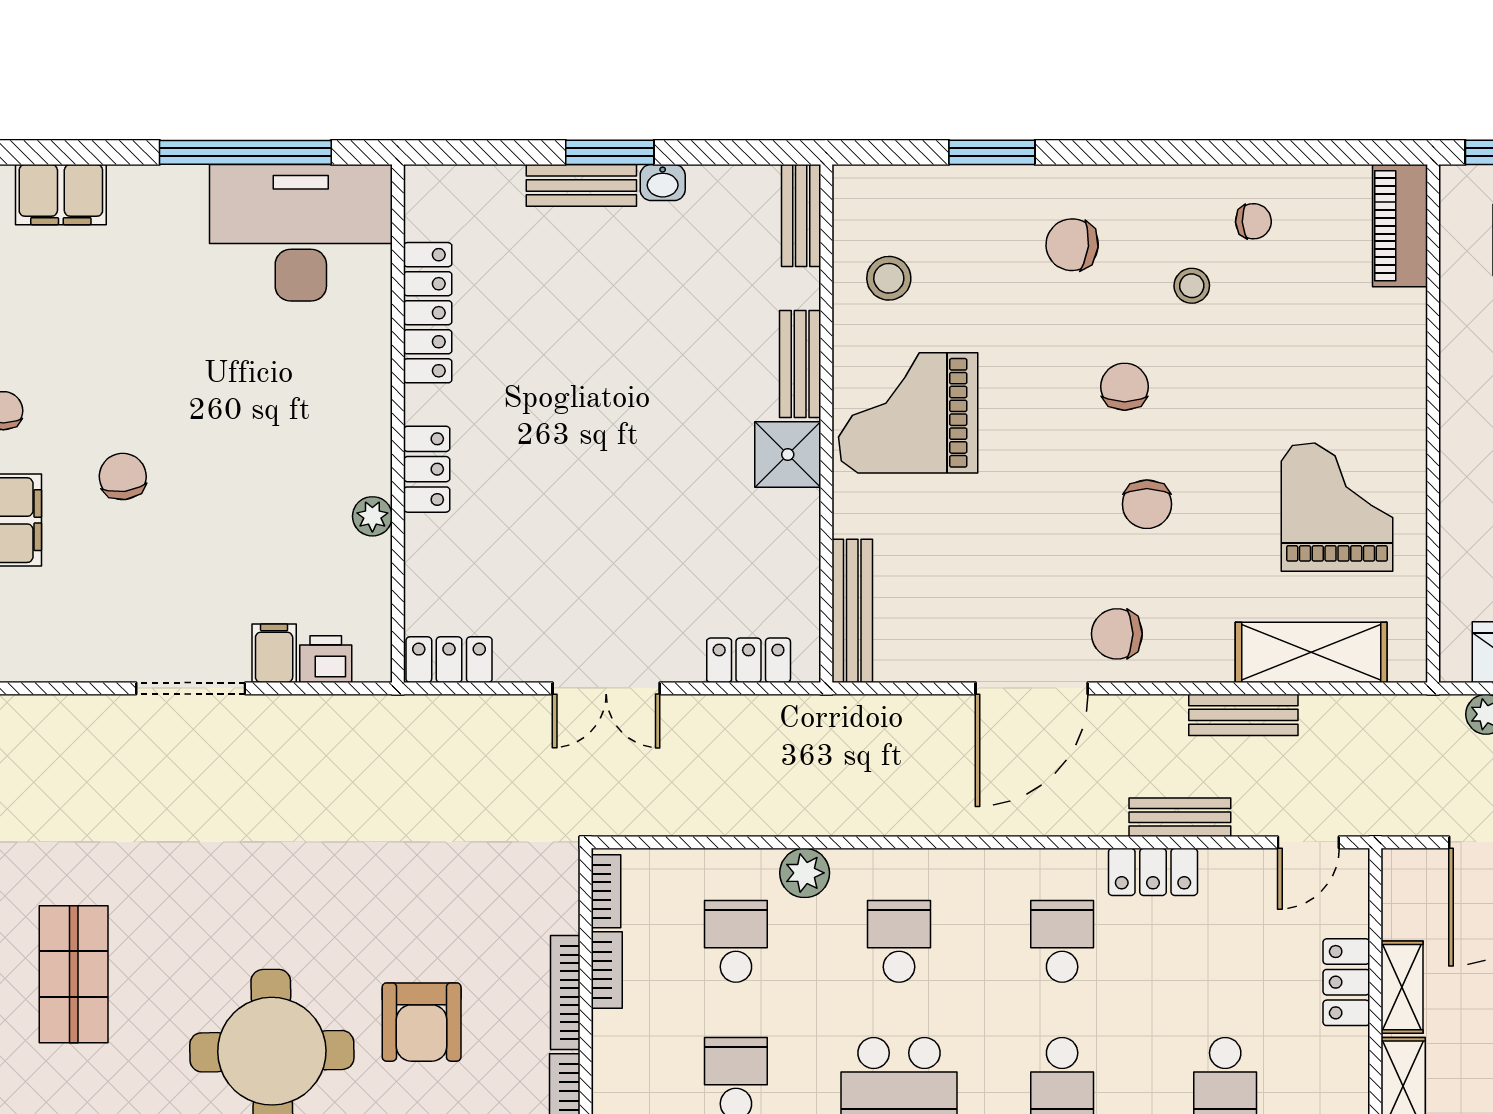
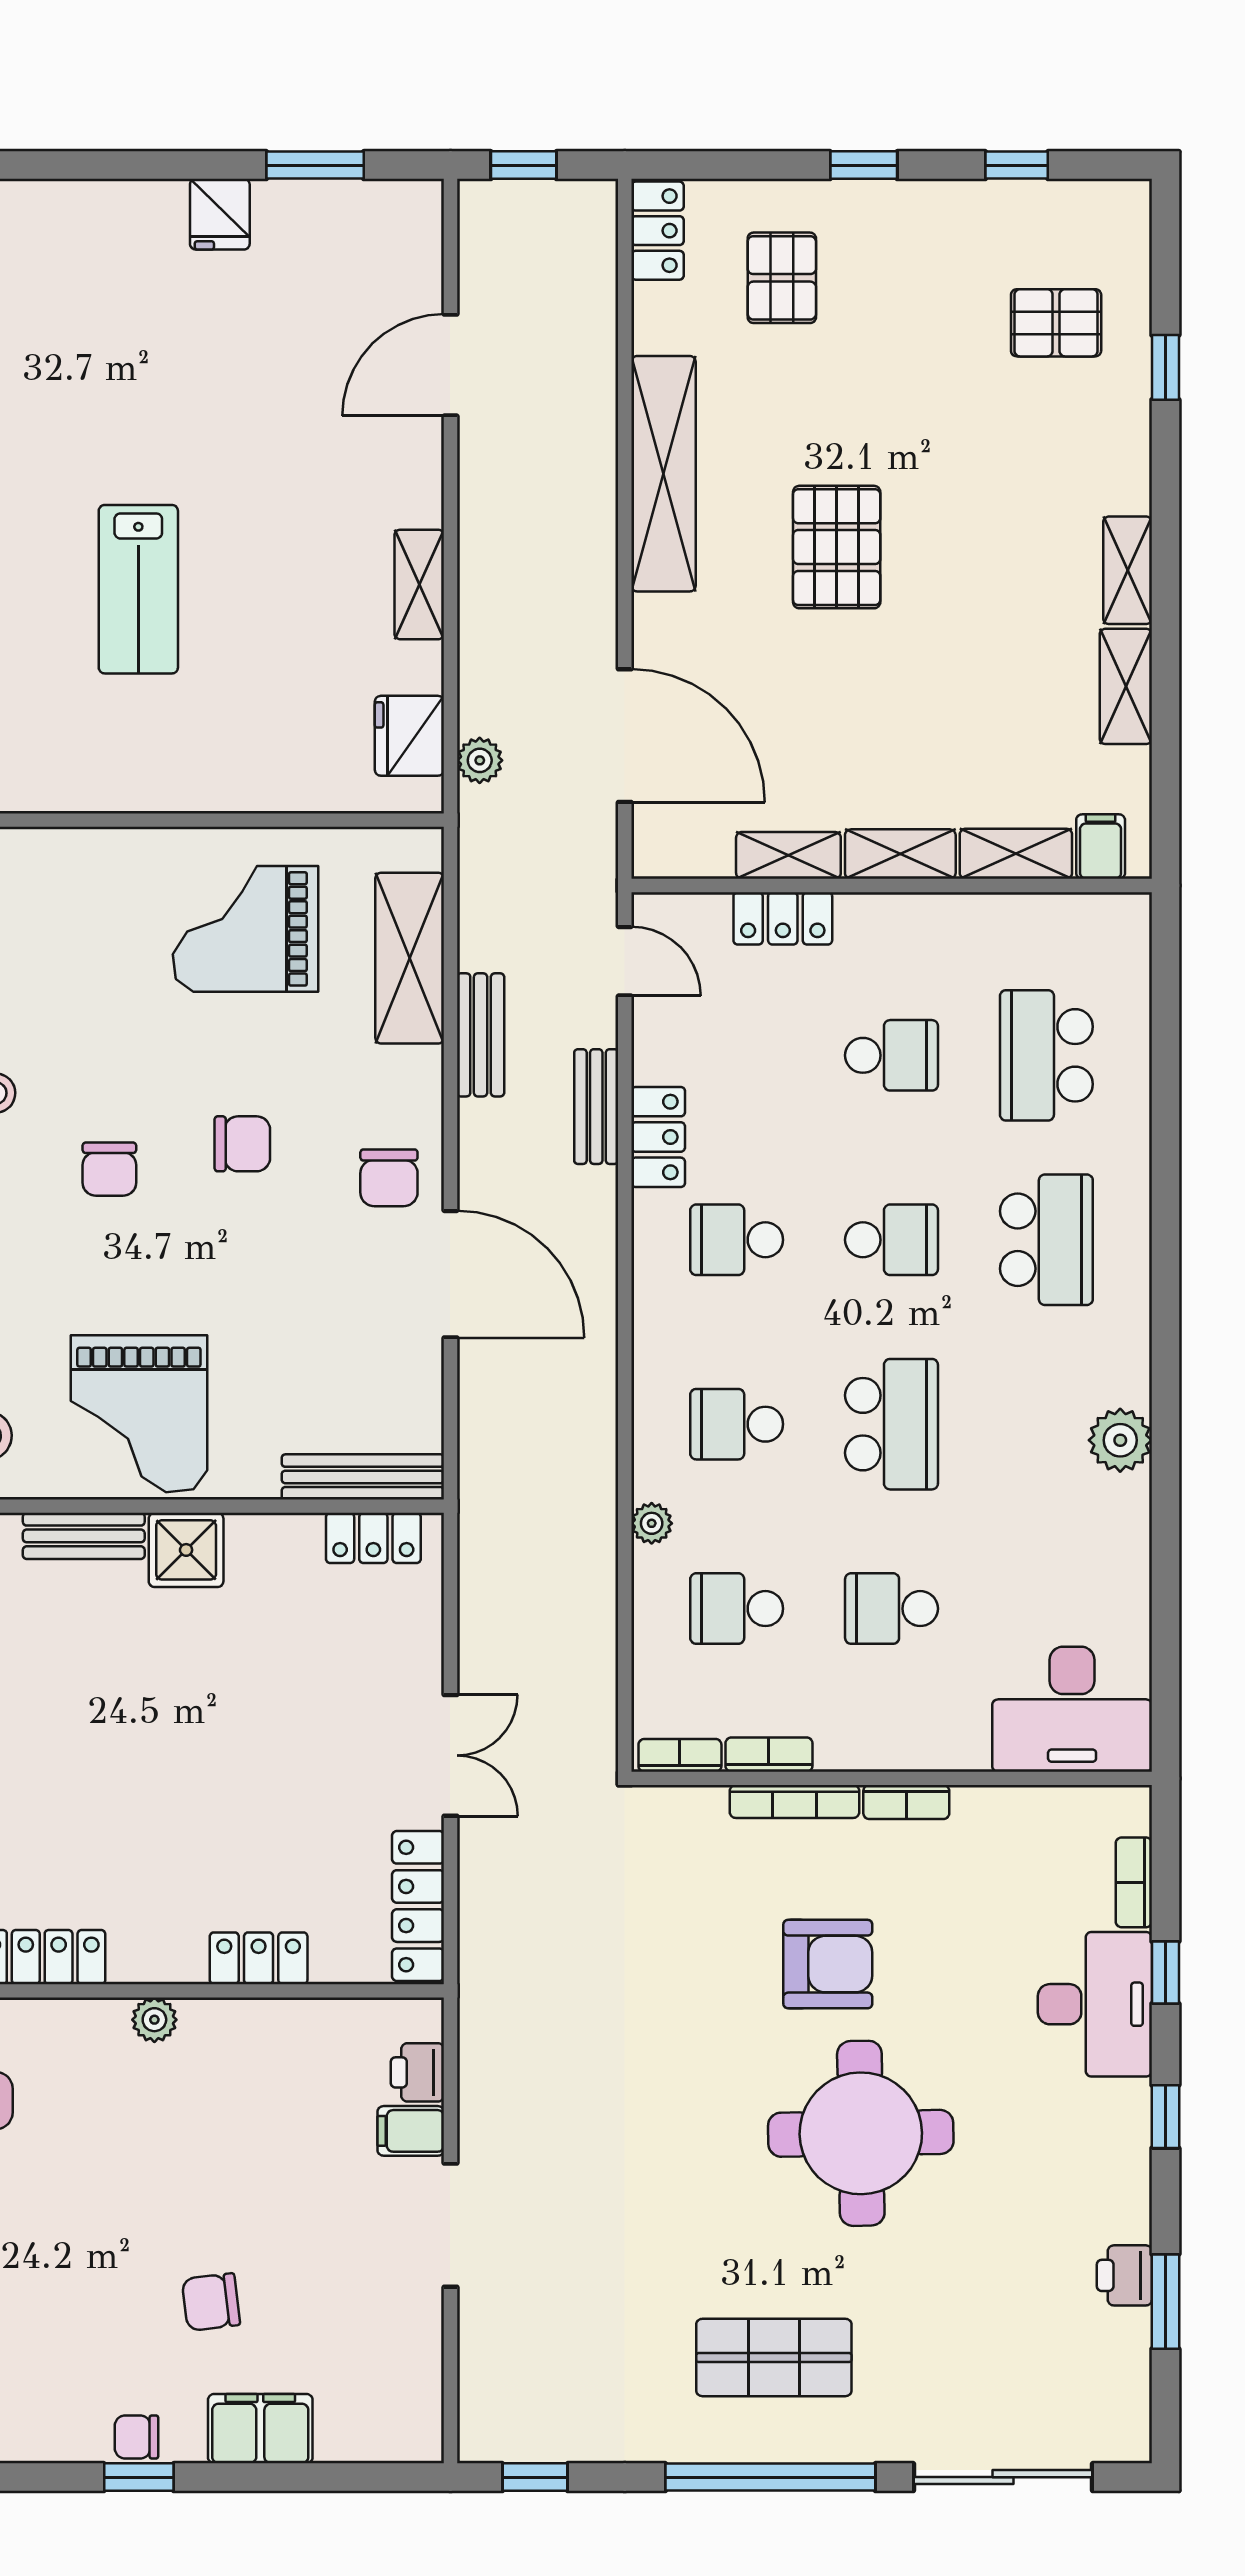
chair: (1125, 387) -> (109, 1169), turned -90
locker: (427, 469) -> (259, 1958), moved
plant: (372, 516) -> (154, 2020), moved
locker: (449, 660) -> (418, 1906), width x1.53
locker: (749, 660) -> (373, 1538), moved, turned -90
plant: (805, 873) -> (652, 1523), width x0.73, depth x0.73

